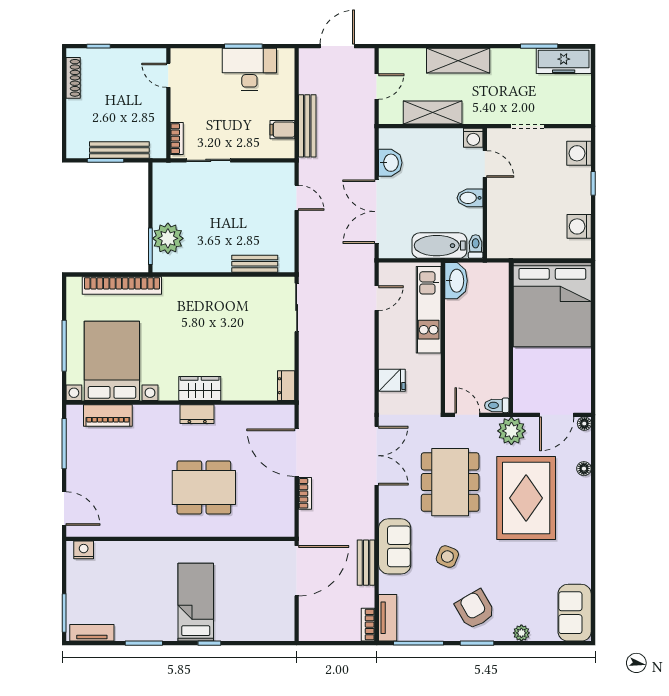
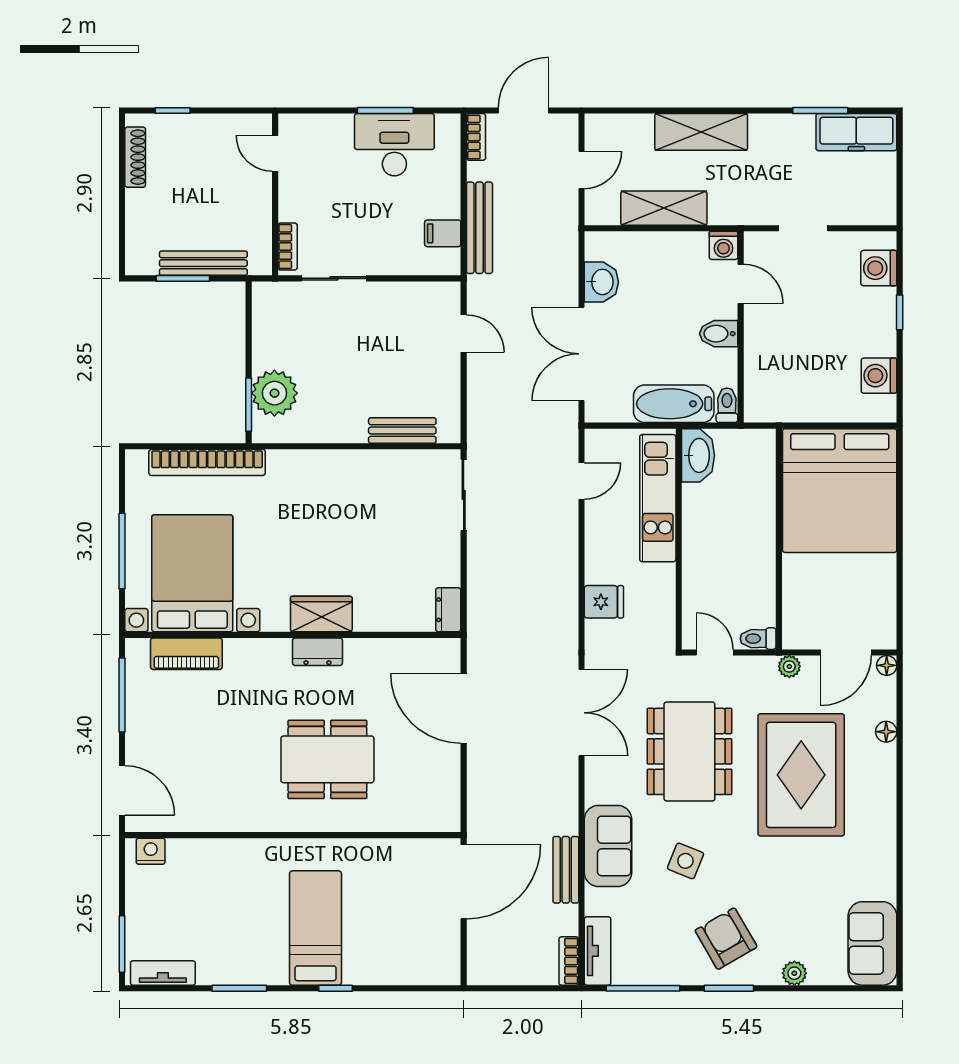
plant: (511, 431) -> (789, 666), width x0.53, depth x0.53
bookcase: (305, 493) -> (476, 137), moved

